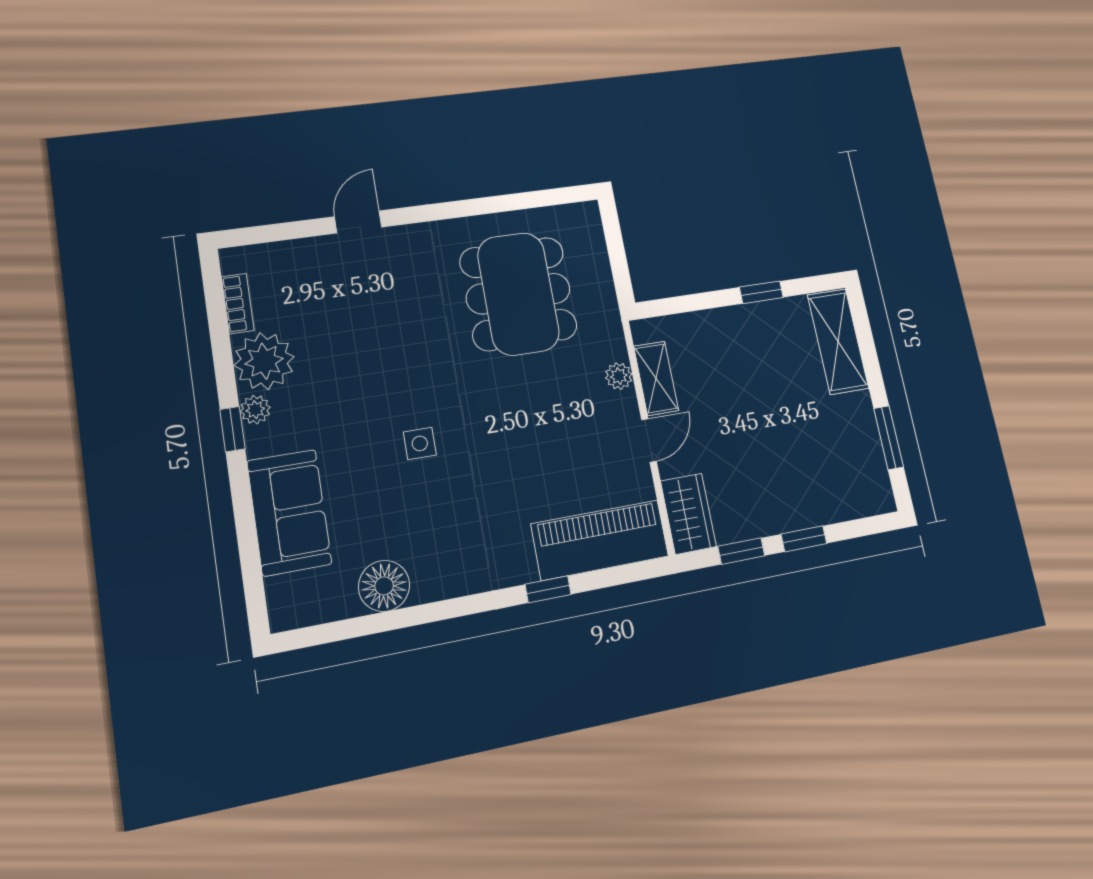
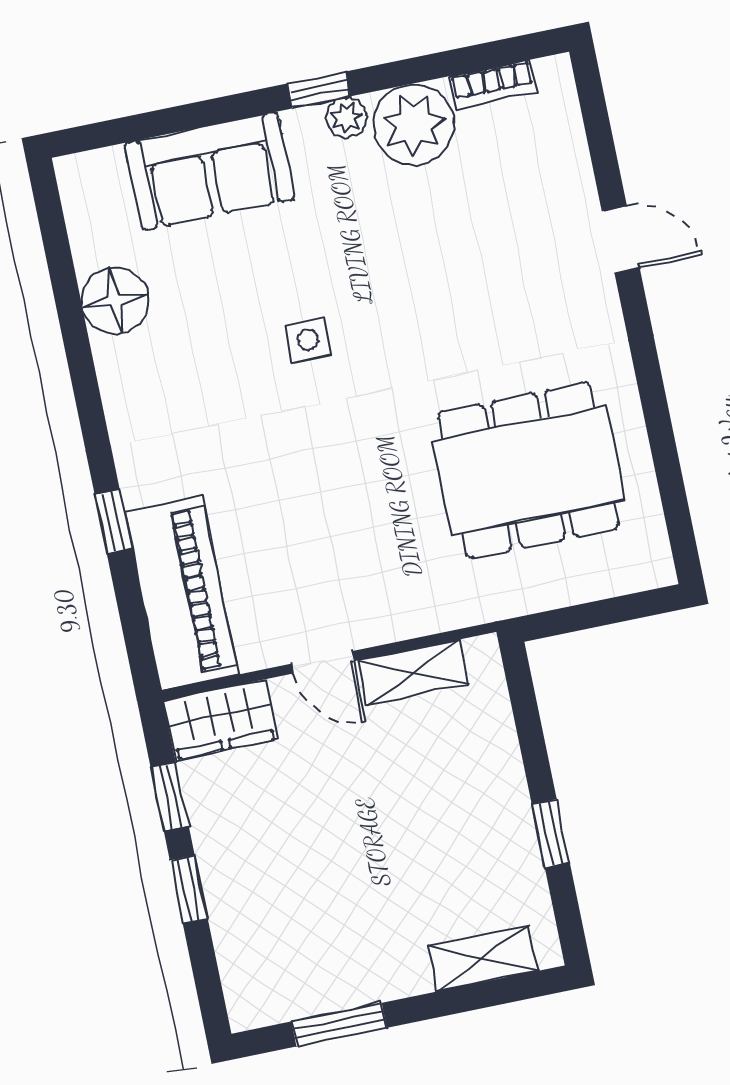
shelving: (838, 341) -> (483, 959), width x0.67, depth x0.75
plant: (619, 376) -> (414, 618), removed

